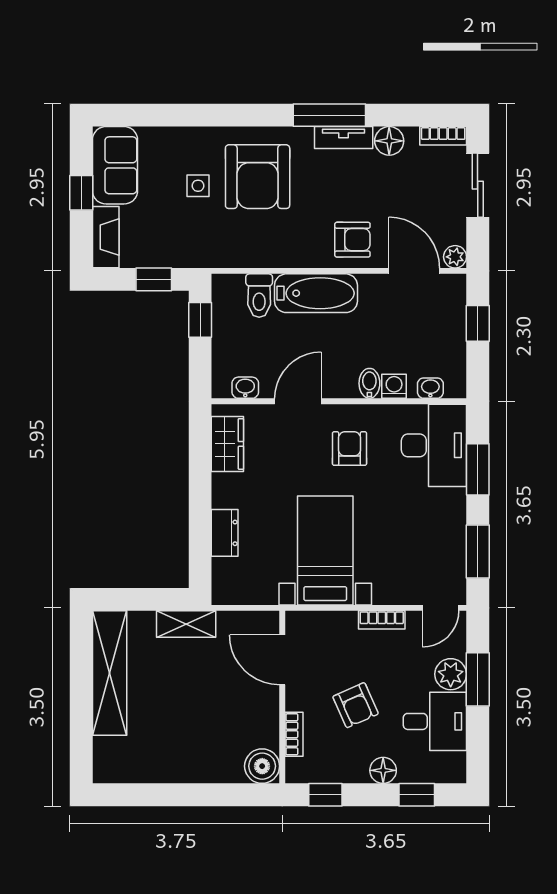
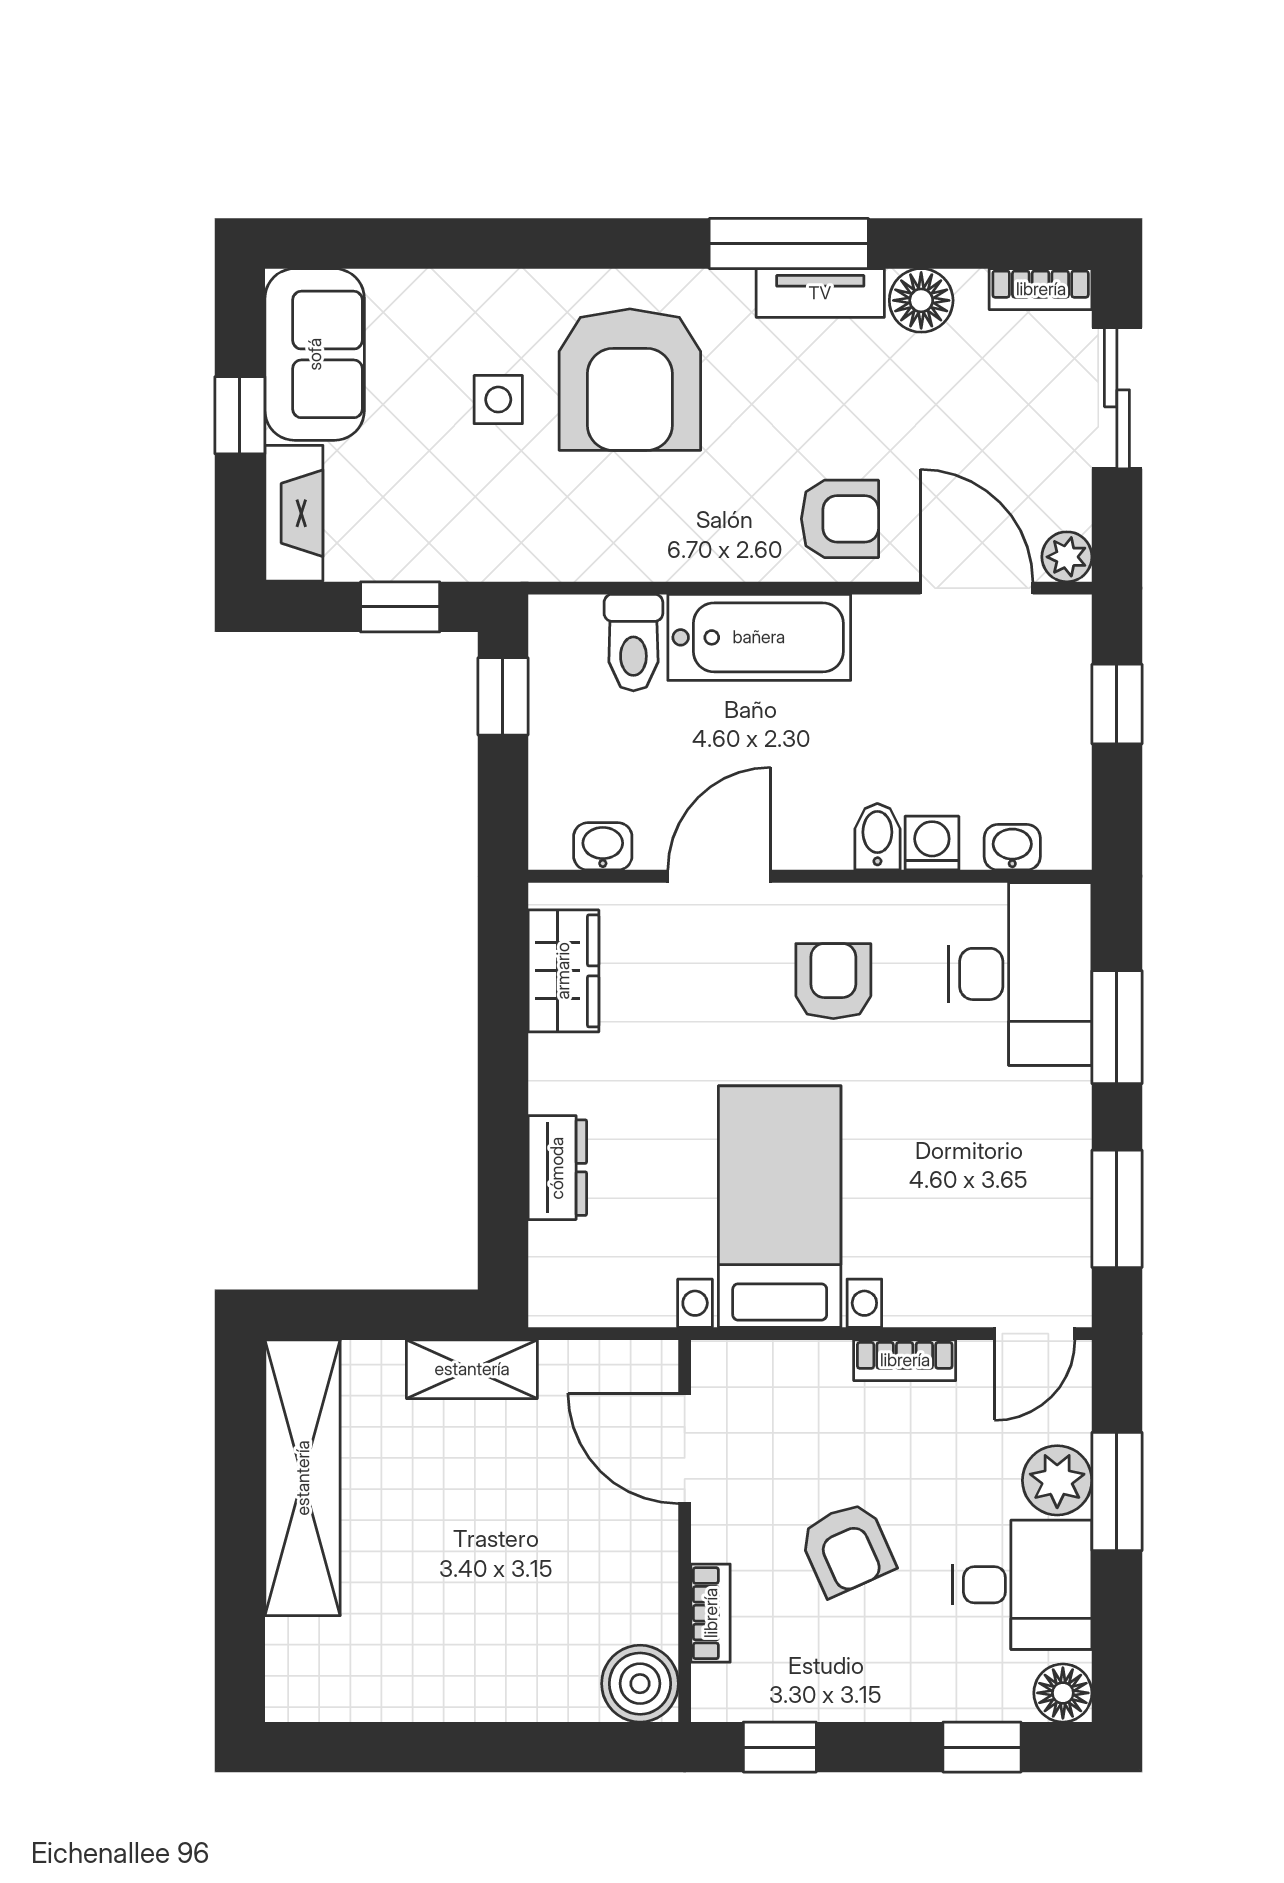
floor lamp: (383, 770) -> (1063, 1693), moved

